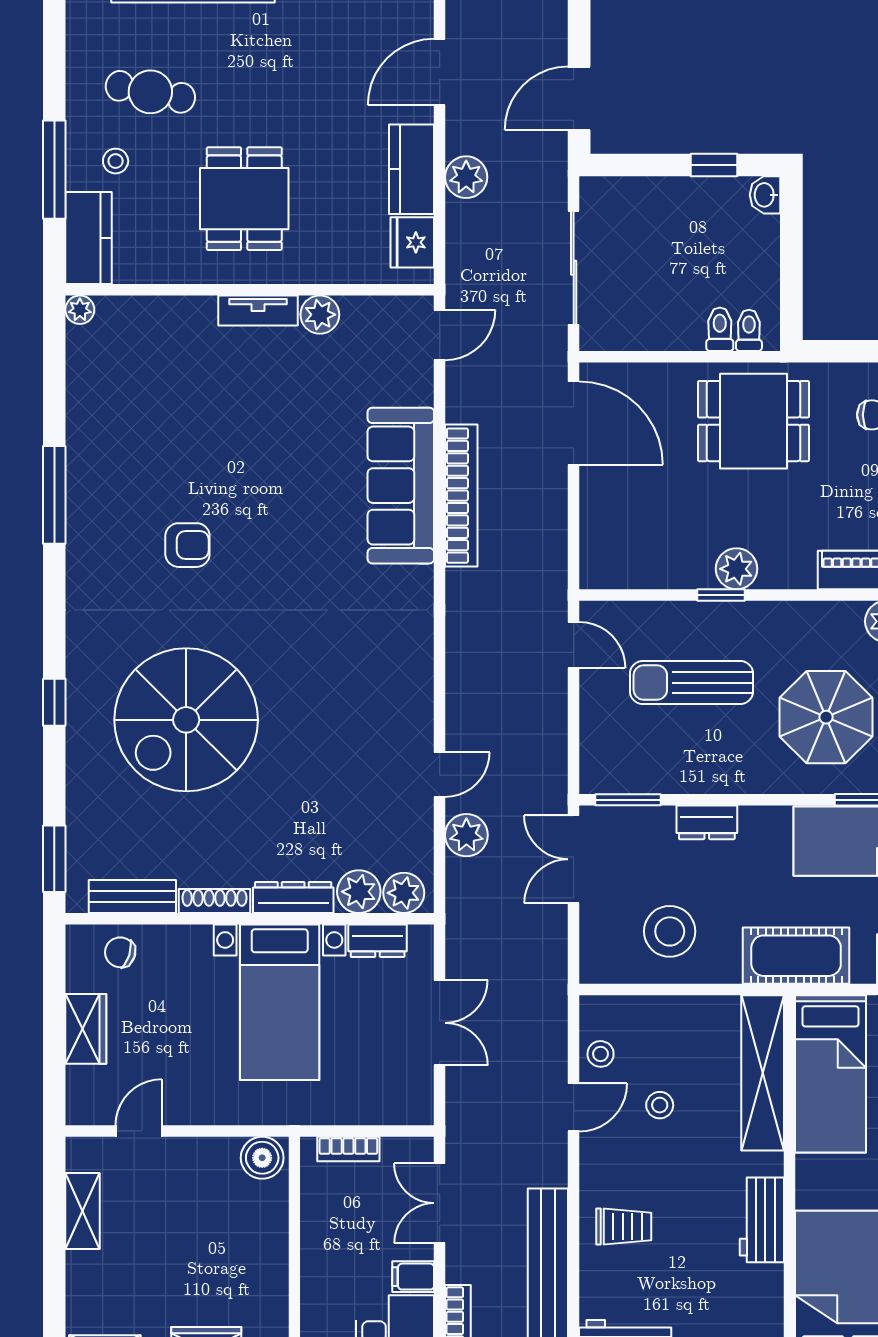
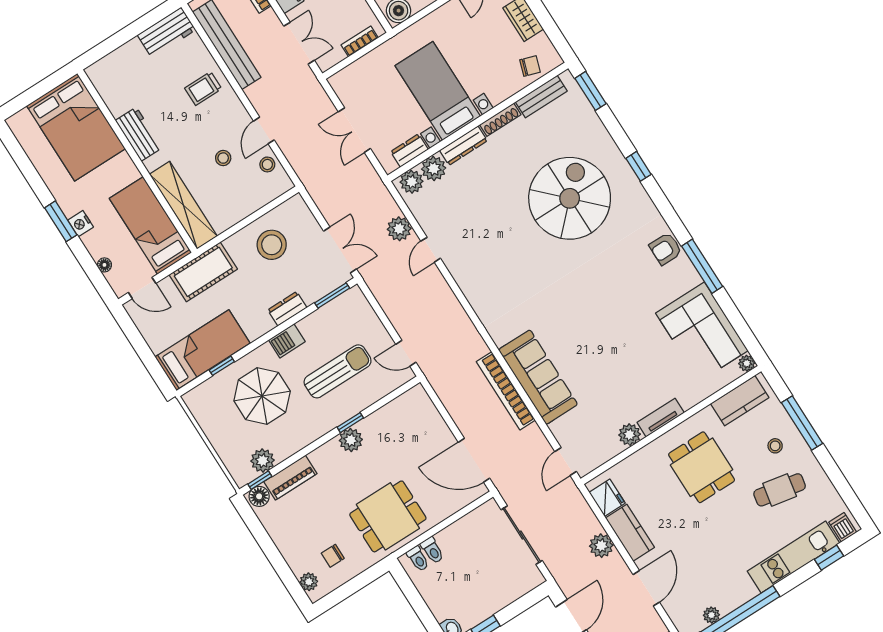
kitchen counter: (89, 238) -> (740, 401), moved, turned -90
corner sofa: (116, 398) -> (702, 332), added
armchair: (187, 545) -> (666, 249), moved
barbecue: (738, 775) -> (287, 341), added

